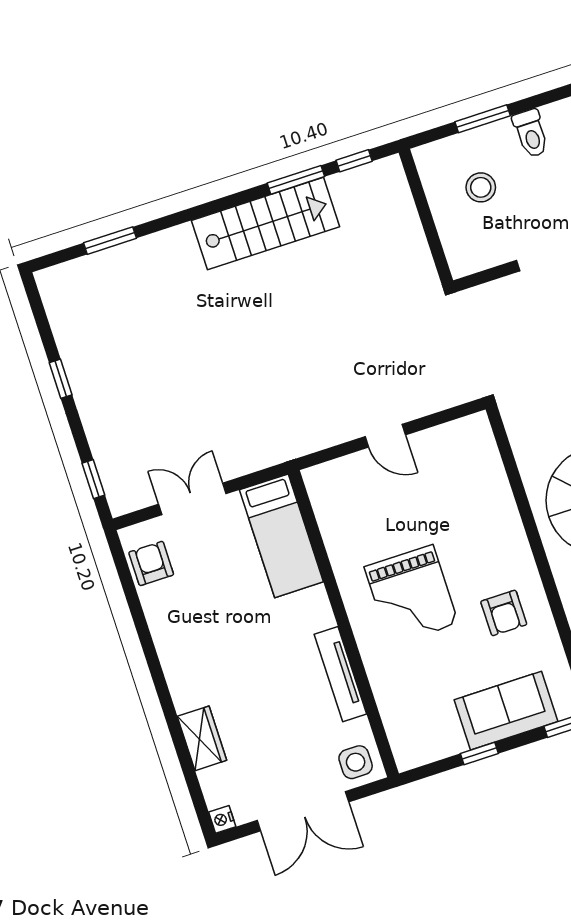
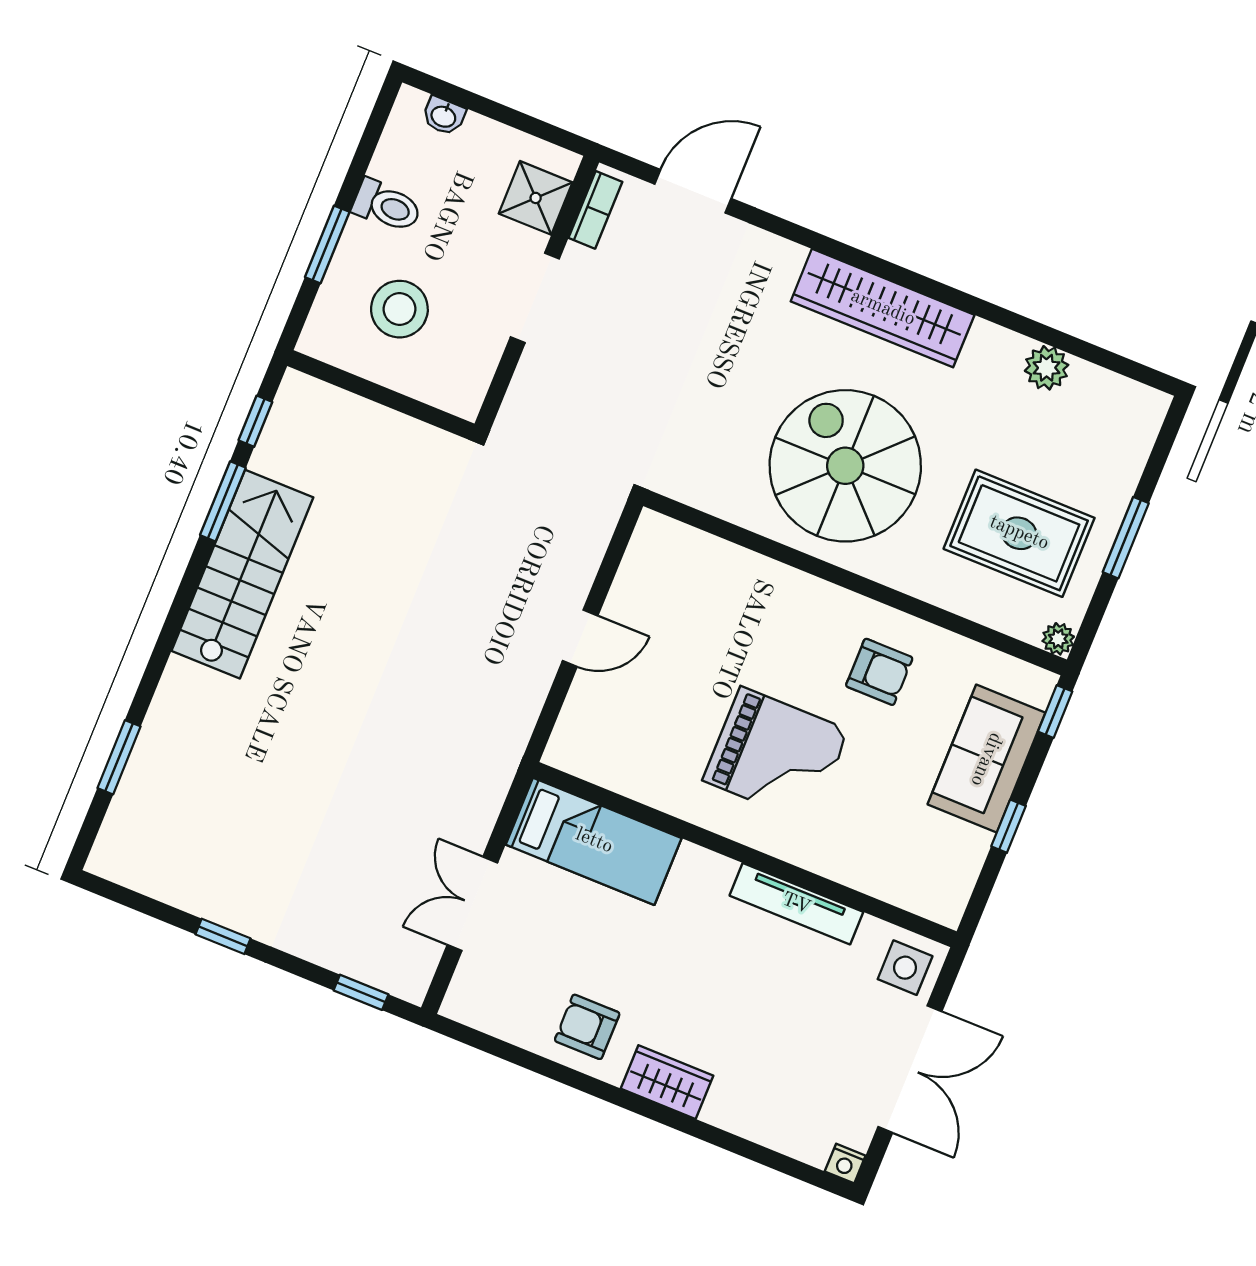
stool: (481, 187) -> (399, 309), width x1.38, depth x1.38
armchair: (151, 563) -> (587, 1027), moved
wardrobe: (202, 738) -> (667, 1082), moved

